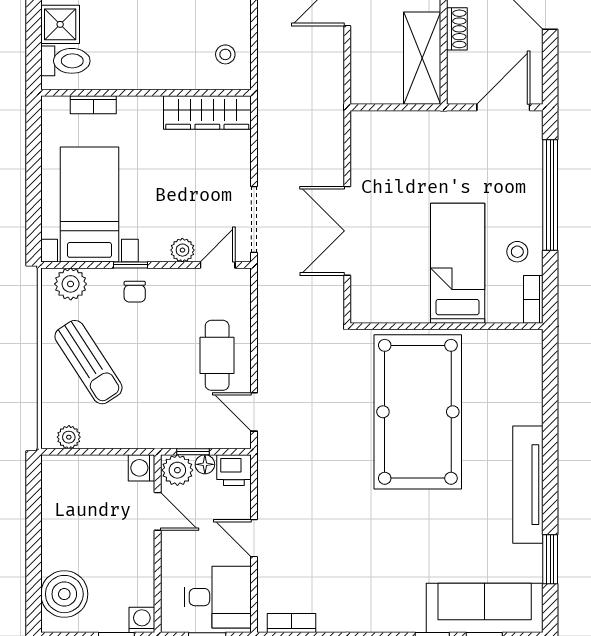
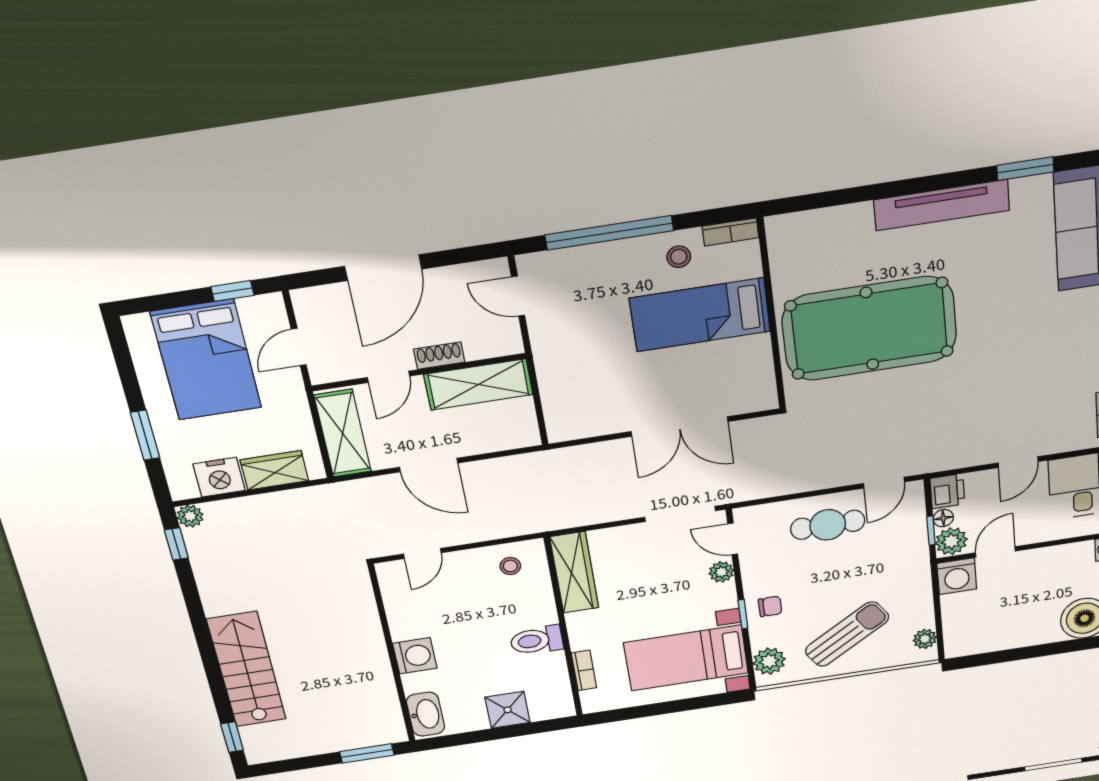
toilet: (65, 61) -> (537, 640), moved, turned -90
door: (503, 107) -> (518, 296), width x0.73
washing machine: (141, 468) -> (957, 576), width x1.38, depth x1.38

